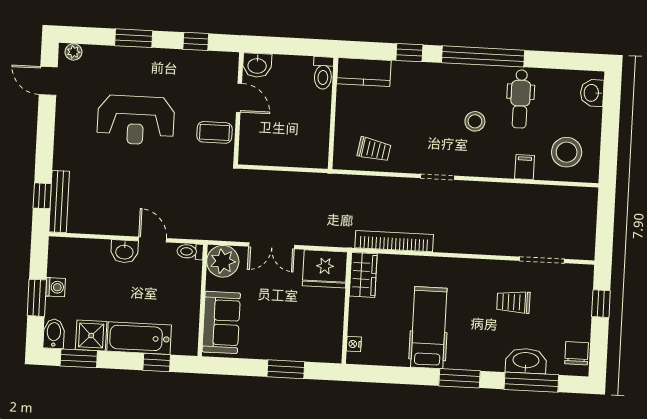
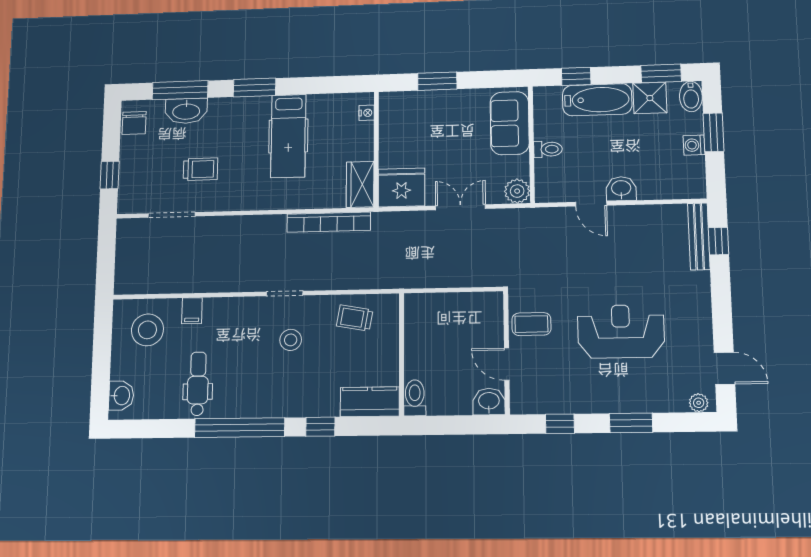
stool: (475, 121) -> (291, 340), moved
toilet: (190, 252) -> (548, 149), moved
plant: (223, 261) -> (517, 191), width x0.73, depth x0.73

